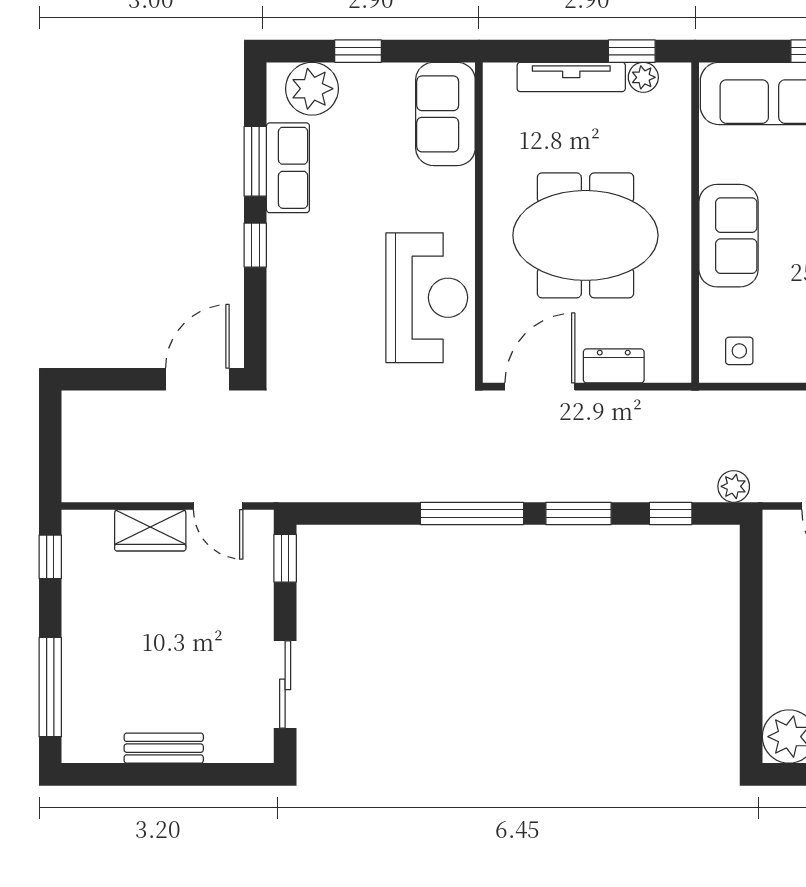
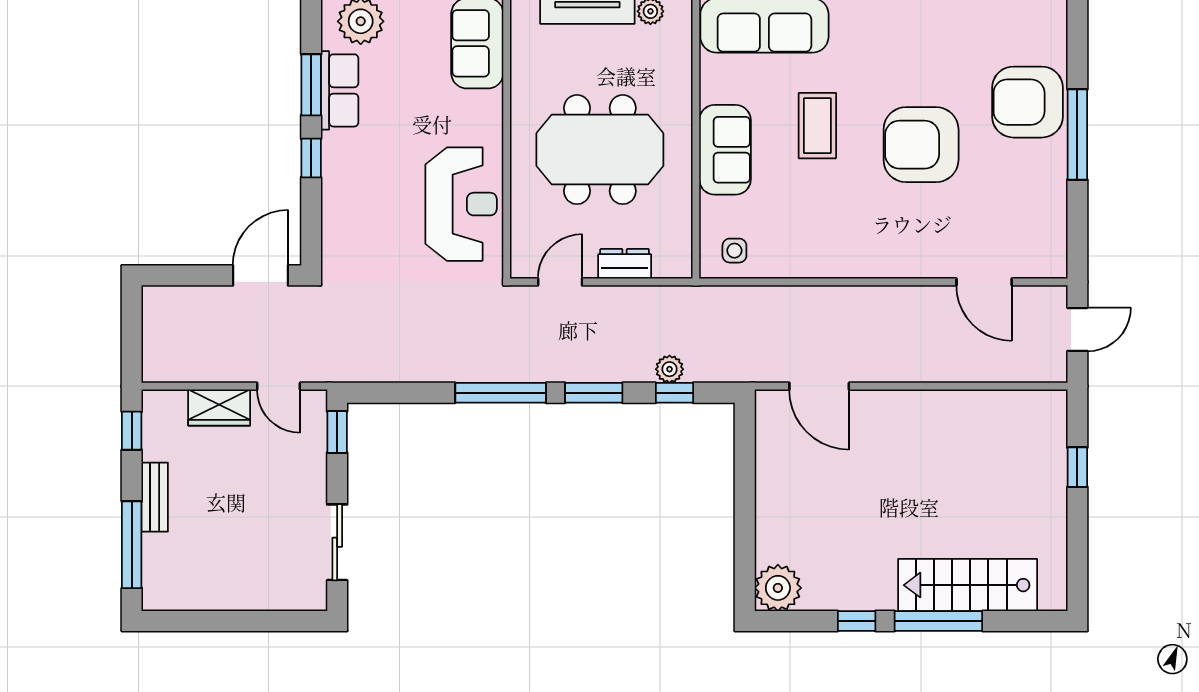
door: (540, 387) -> (560, 282), width x0.73
plant: (734, 486) -> (670, 369), moved
bench: (164, 748) -> (155, 497), moved, turned 90

